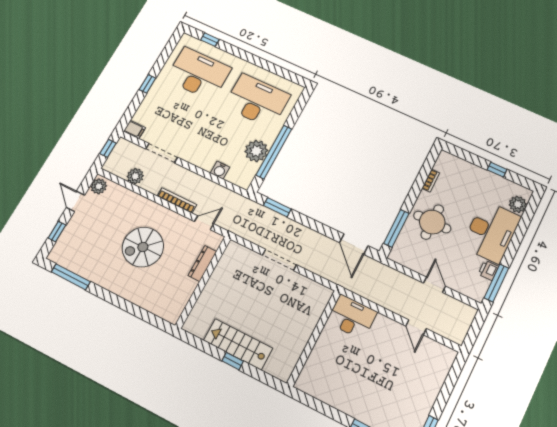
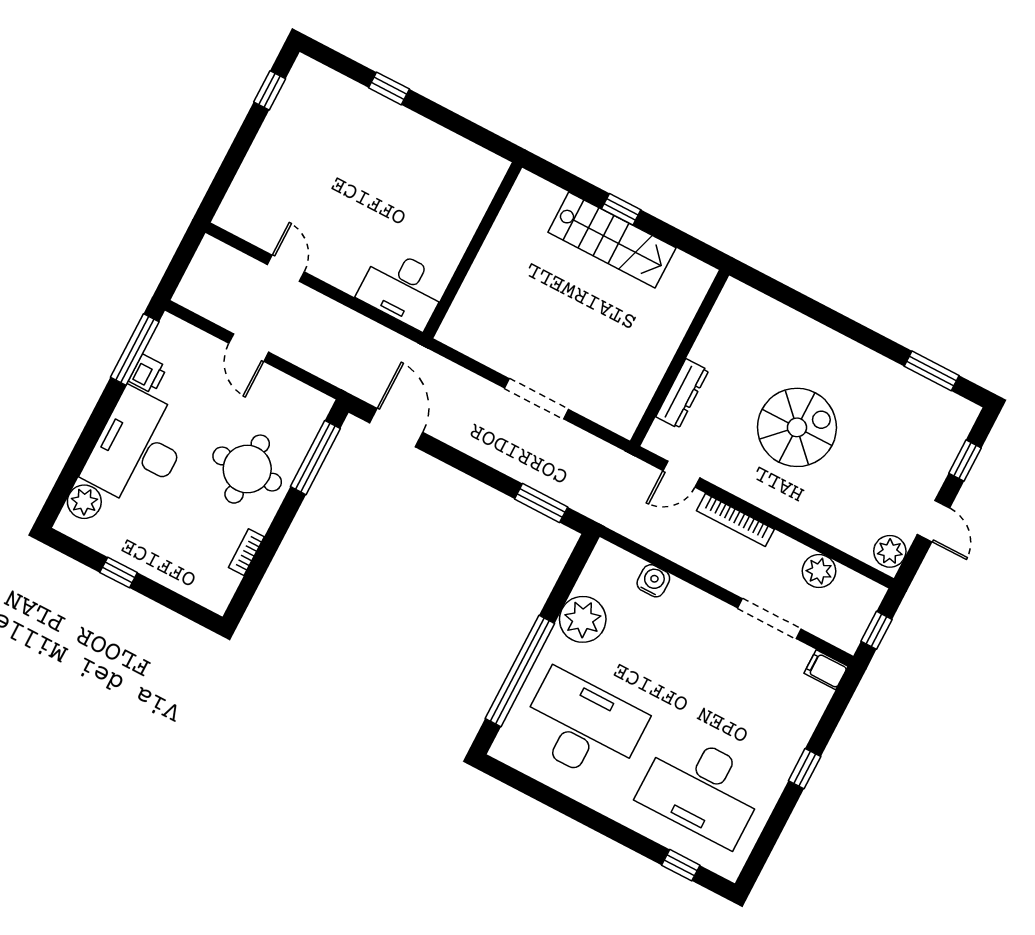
desk: (257, 101) -> (583, 727), turned 180
window: (274, 152) -> (520, 671), moved
window: (71, 277) -> (932, 371), width x0.69

